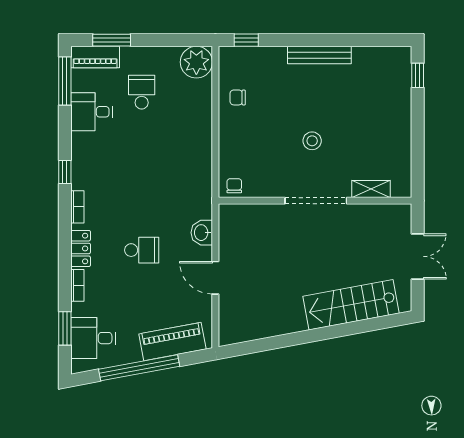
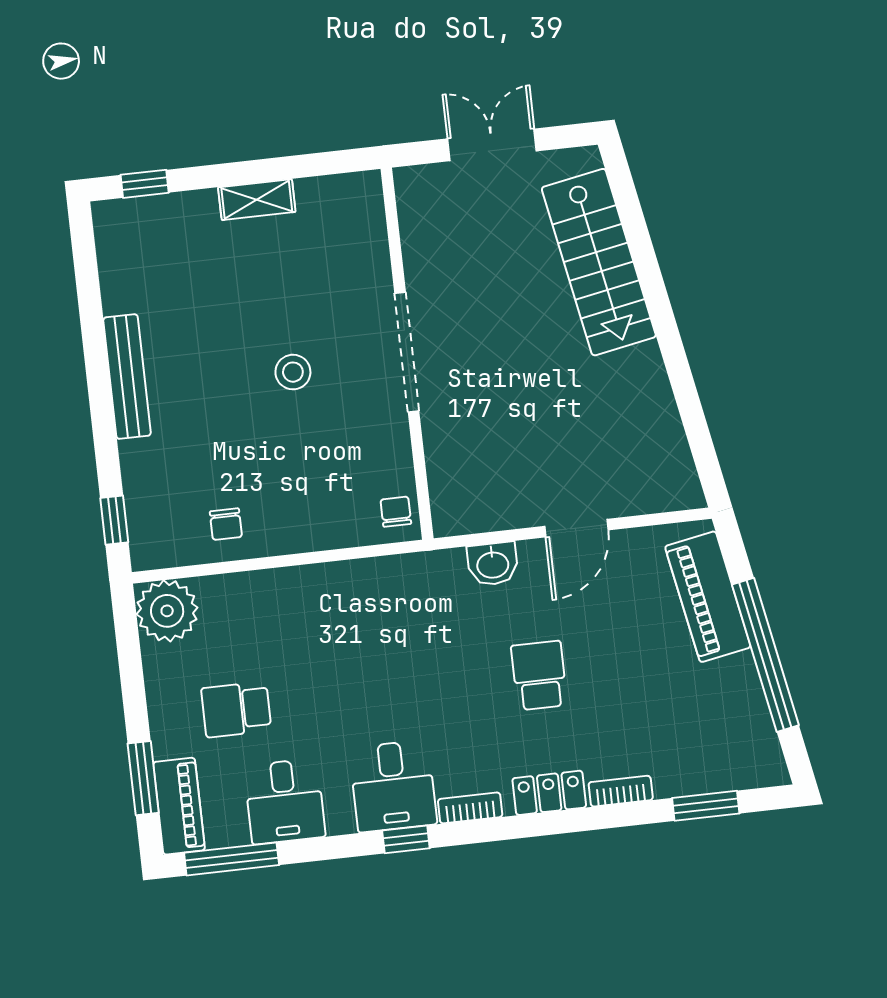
chair: (234, 186) -> (396, 512), turned 90
shelving: (371, 189) -> (257, 200), moved, turned 90
desk: (93, 338) -> (393, 786), moved

